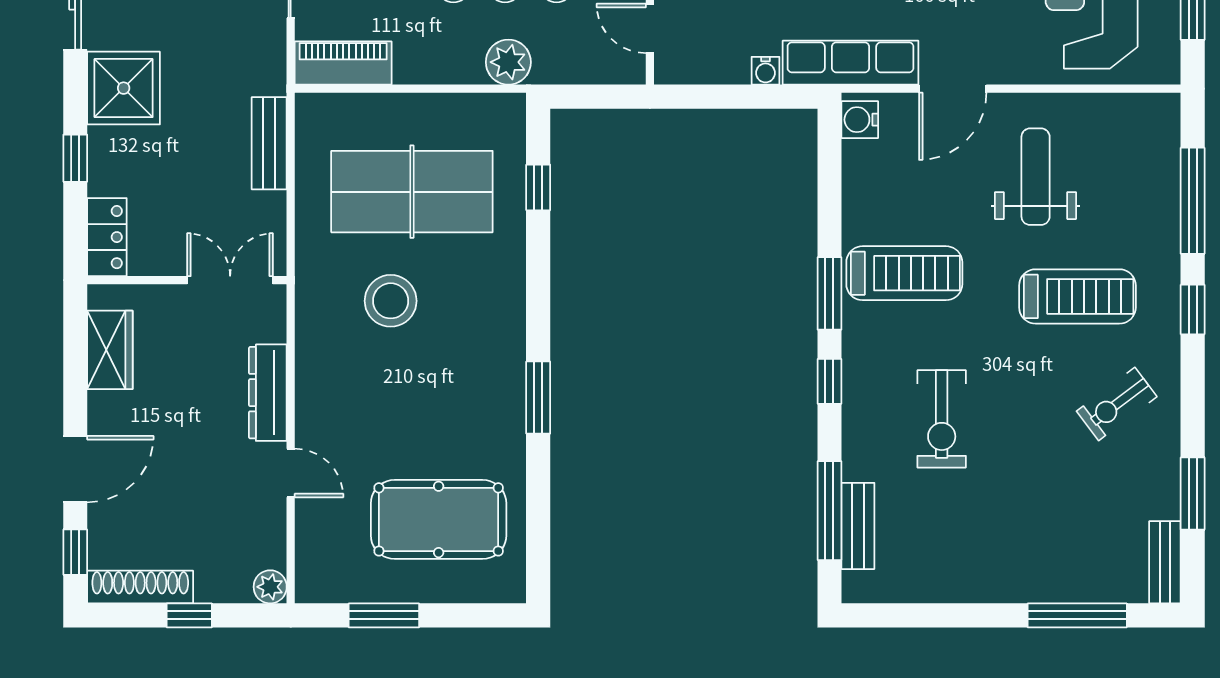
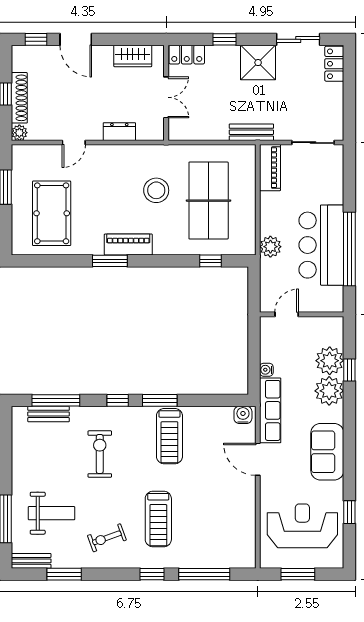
bench: (269, 143) -> (251, 132), moved
weight bench: (1036, 177) -> (52, 513), moved
double door: (230, 280) -> (166, 97), moved
piano: (504, 359) -> (128, 245), added
dresser: (268, 393) -> (119, 132), width x0.70
exercise bike: (1117, 404) -> (107, 538), turned -73
exercise bike: (942, 419) -> (100, 454), turned 90
shoe rack: (140, 587) -> (19, 98), moved

